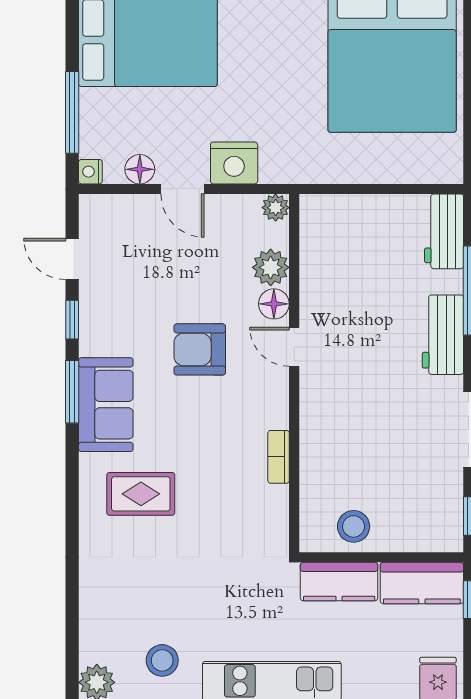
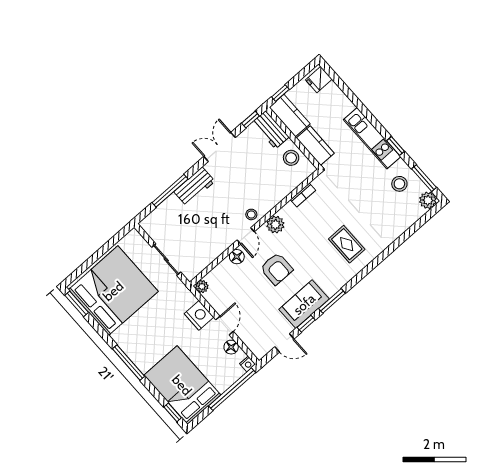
window: (72, 112) -> (232, 389), width x1.46
sliding door: (367, 189) -> (166, 260), added
workbench: (444, 231) -> (271, 130), moved, turned 90
door: (72, 259) -> (284, 343), hinge flipped
plant: (271, 267) -> (275, 225), moved
stool: (320, 385) -> (251, 214), added
sofa: (106, 405) -> (304, 304), moved
bookcase: (279, 457) -> (303, 195), moved

